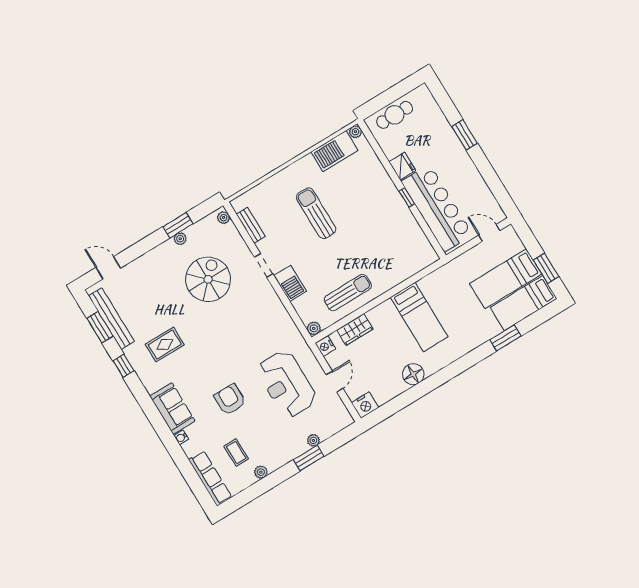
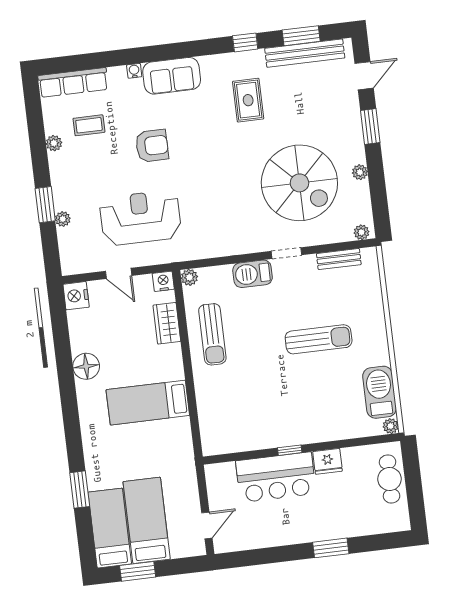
bar counter: (437, 208) -> (276, 477), width x0.73
window: (178, 225) -> (370, 127), moved
spiral stairs: (208, 279) -> (299, 183), width x1.37, depth x1.37

